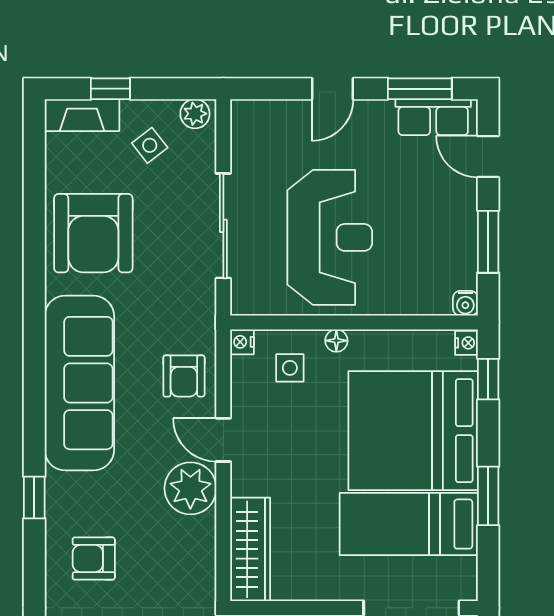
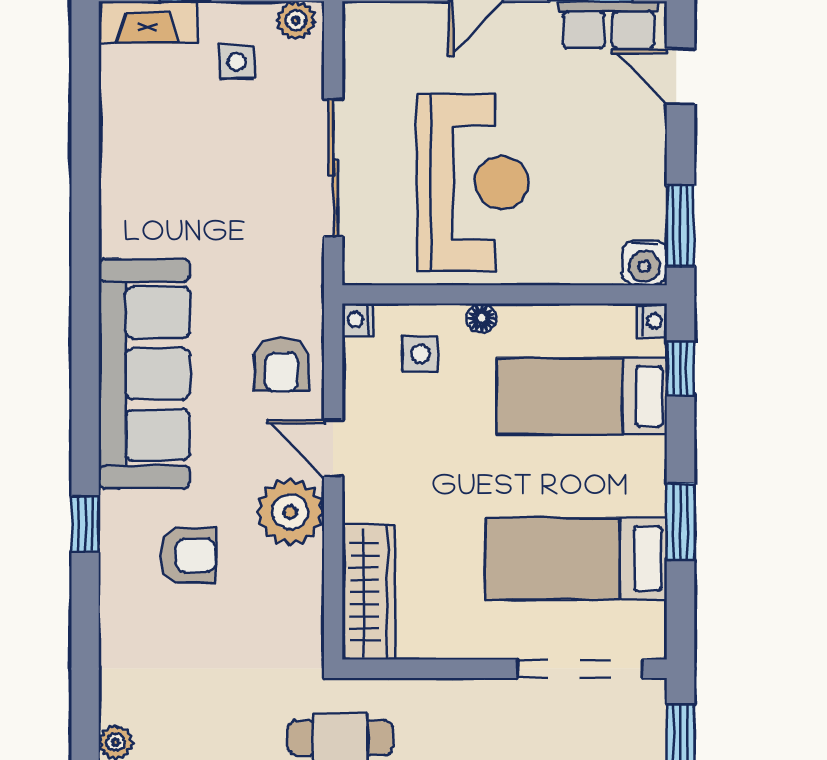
side table: (150, 145) -> (237, 62), turned 38
armchair: (93, 233) -> (163, 177), removed
window: (488, 242) -> (681, 226), moved
water cooler: (465, 303) -> (644, 263), width x1.38, depth x1.38
bed: (413, 431) -> (582, 396), width x0.49
armchair: (94, 559) -> (188, 555), moved, turned 180

